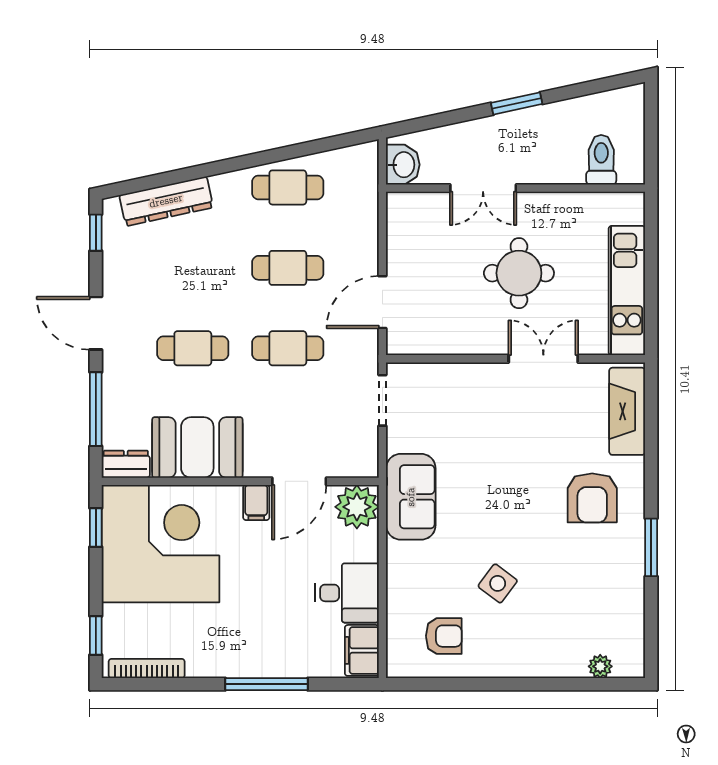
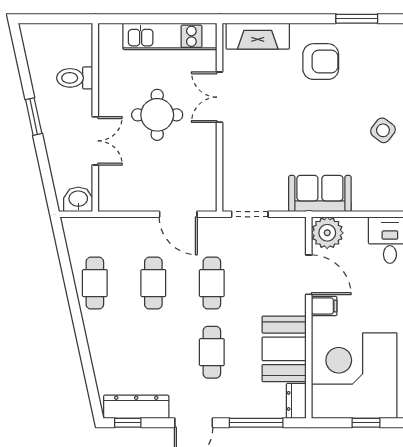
toilet: (601, 160) -> (75, 78), moved
dresser: (166, 201) -> (136, 407), moved, turned -78
window: (96, 528) -> (366, 423), moved

